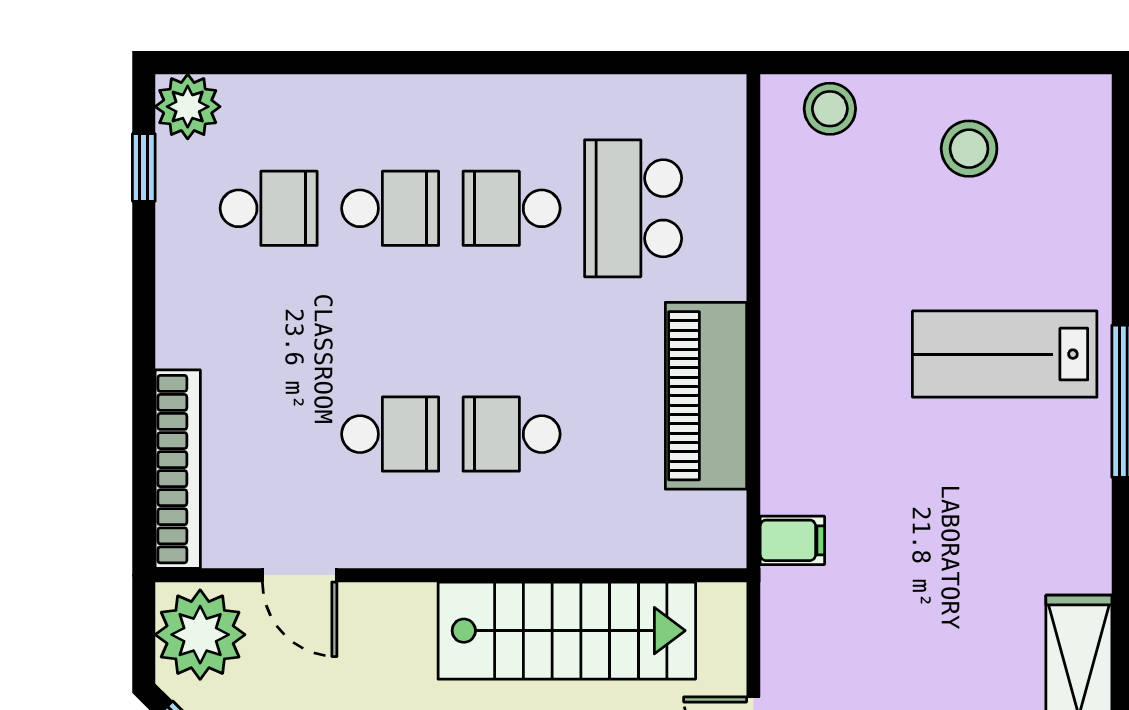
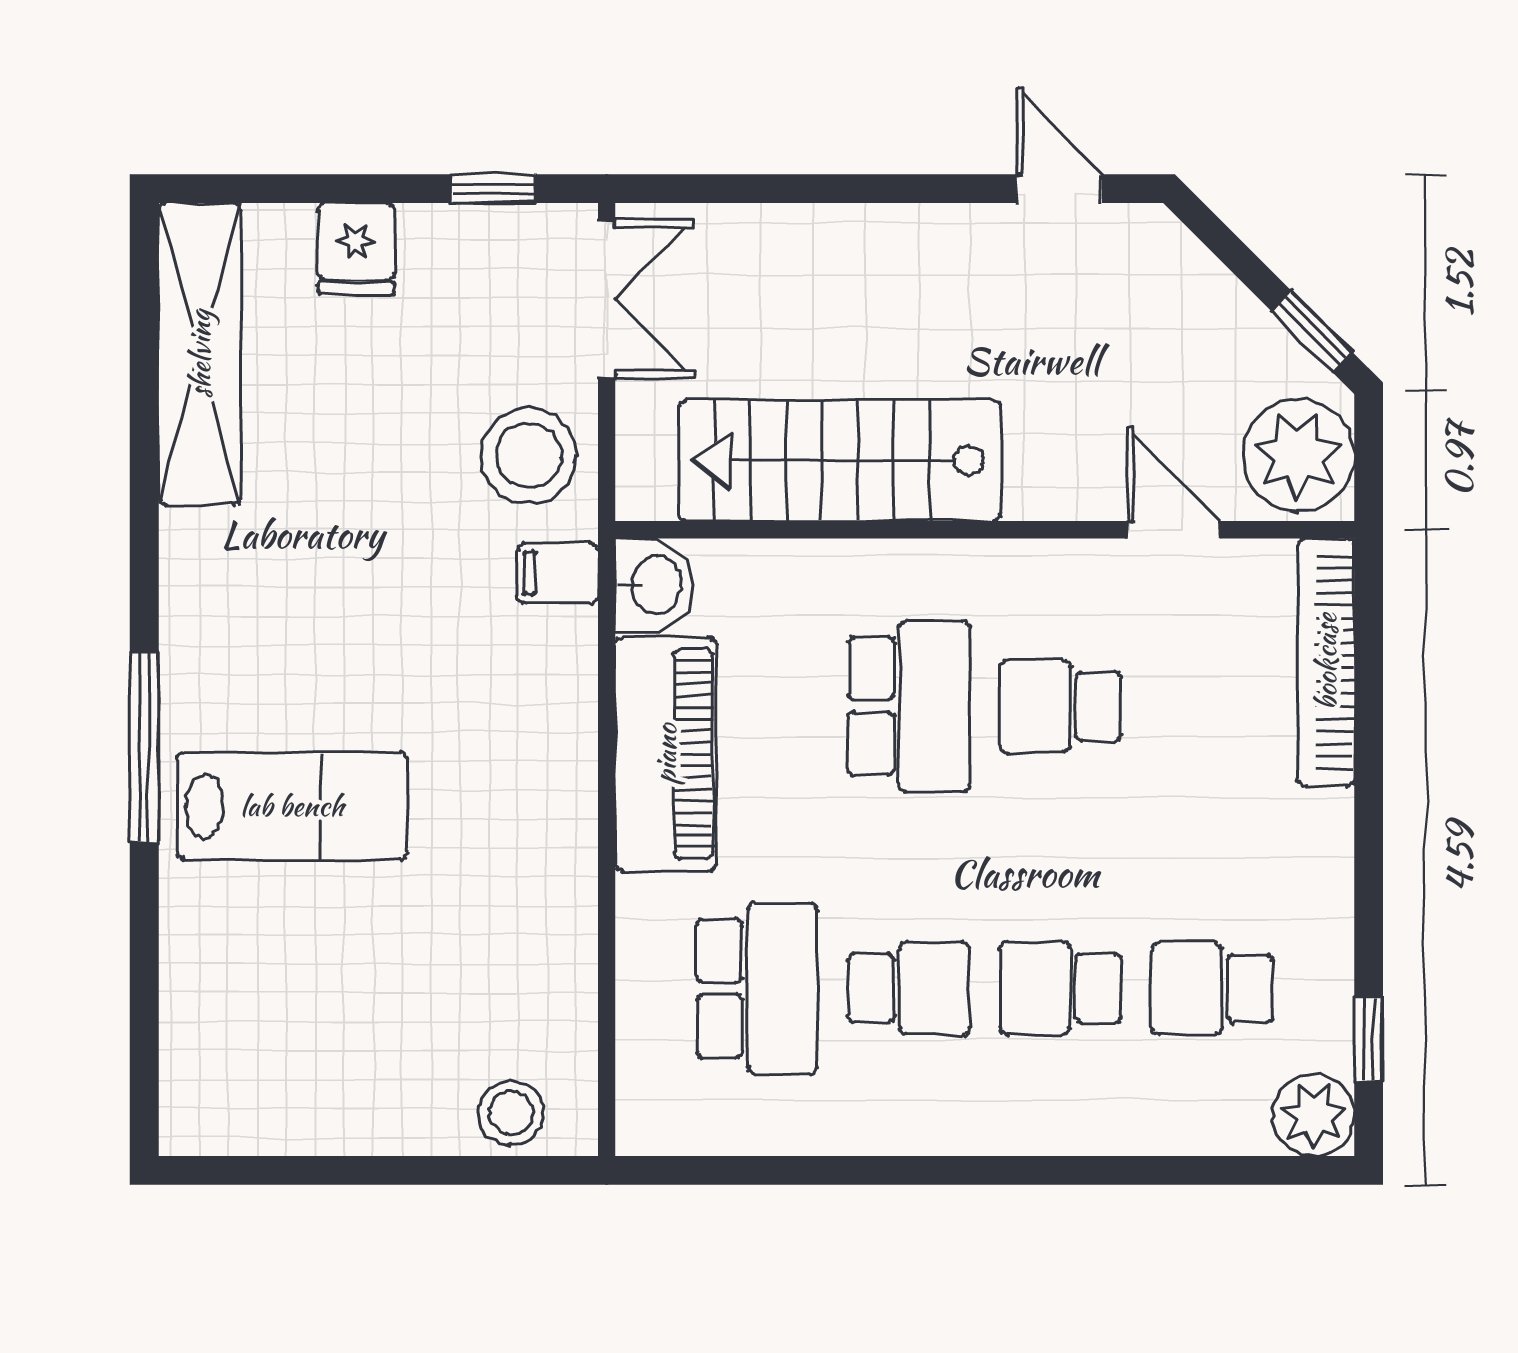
stool: (969, 149) -> (528, 456), moved, width x1.38, depth x1.38
school desk: (512, 434) -> (909, 706), width x1.85
washbasin: (715, 531) -> (655, 585), added

